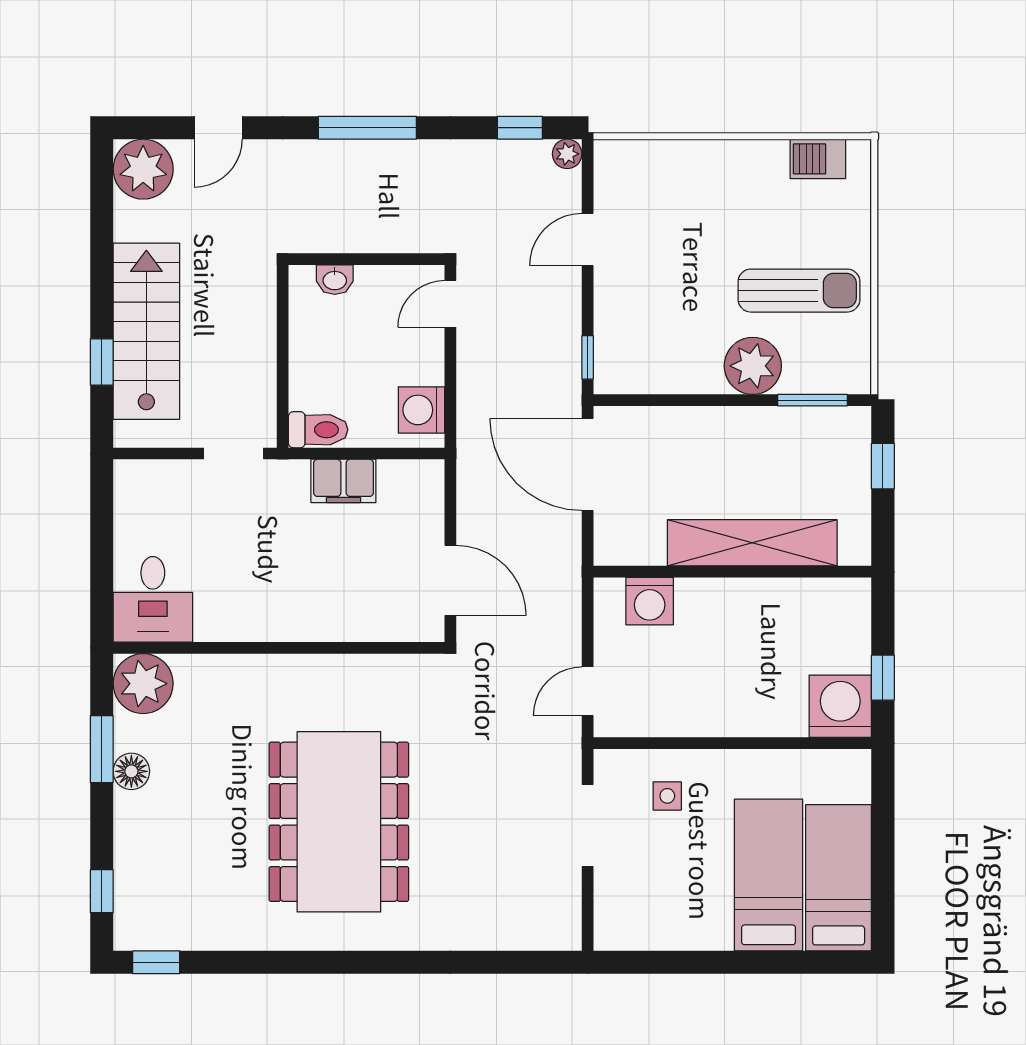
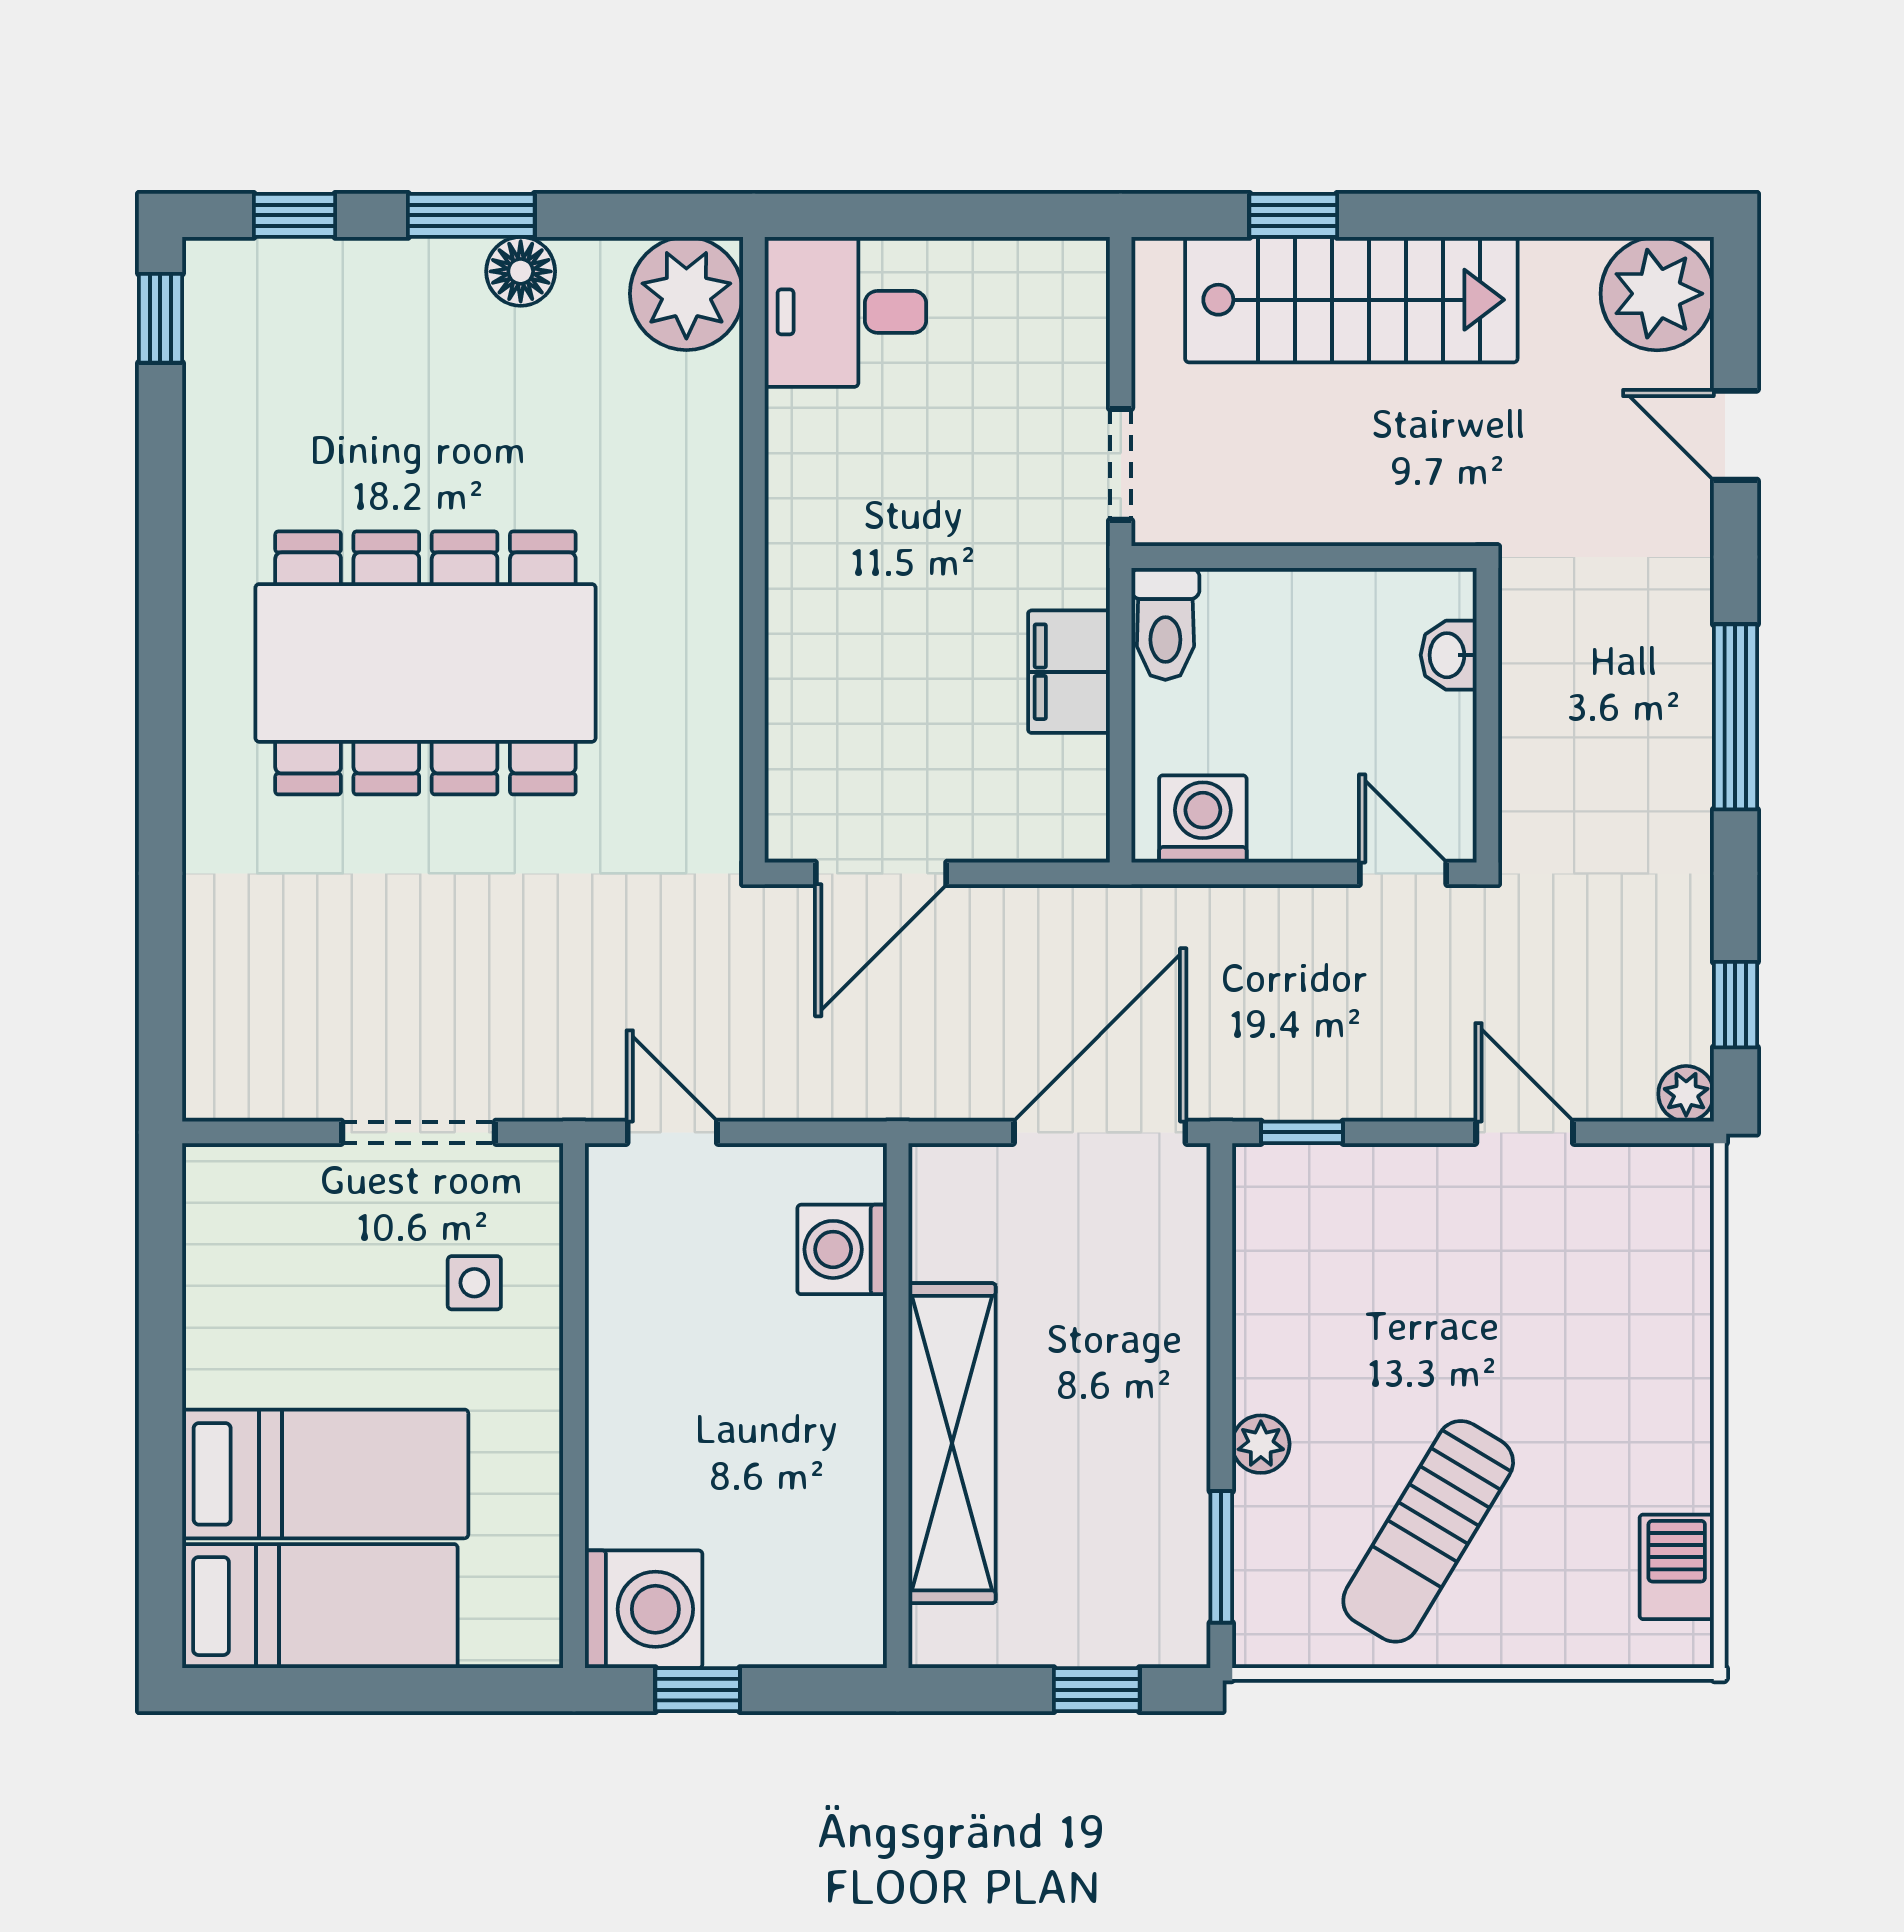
sun lounger: (799, 291) -> (1428, 1531), turned 31
plant: (753, 366) -> (1261, 1444), width x0.53, depth x0.53
window: (102, 749) -> (471, 215), moved

